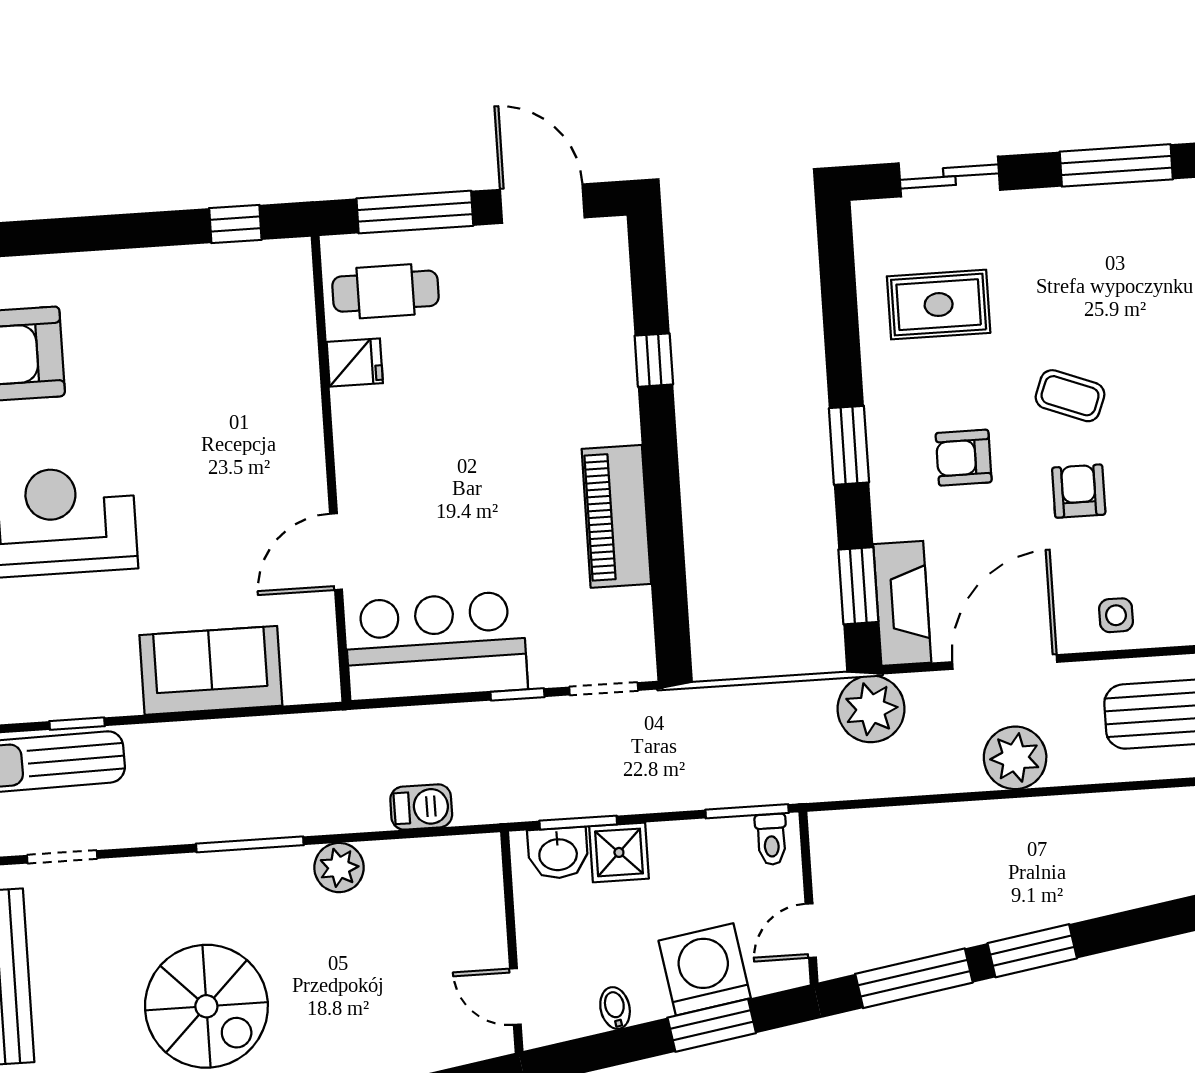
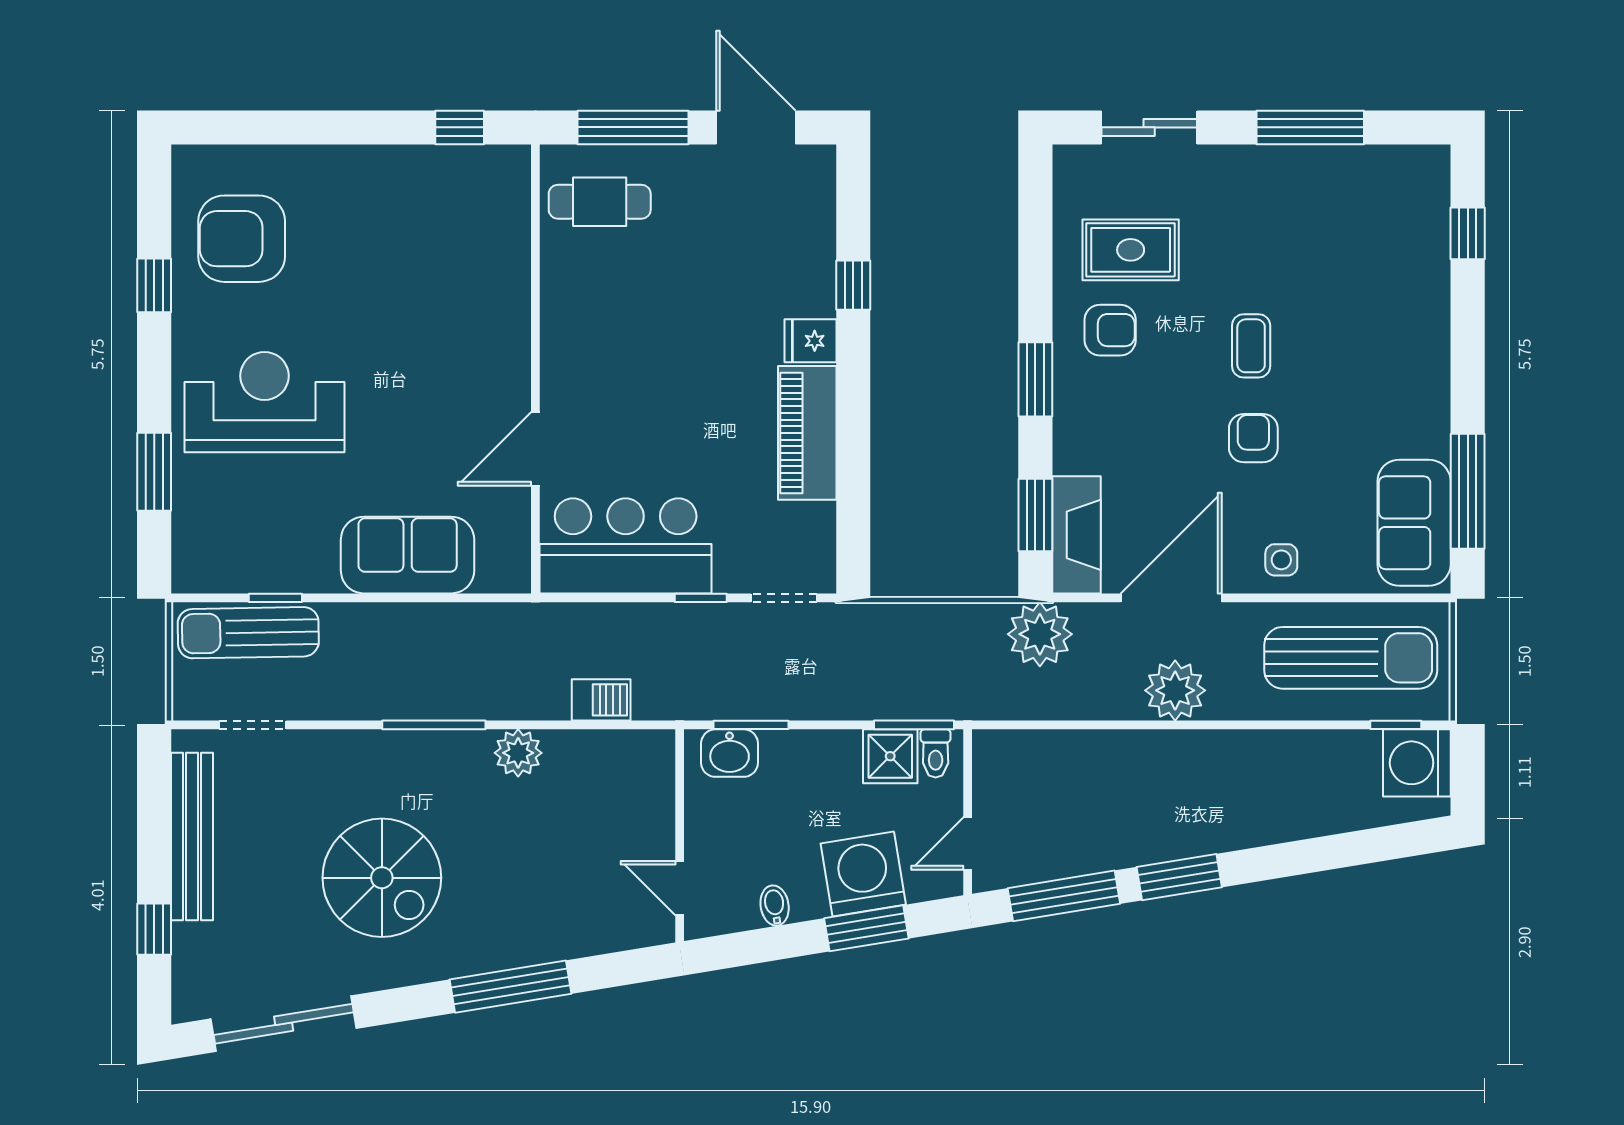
fridge: (355, 363) -> (810, 341), moved, turned 180
coffee table: (1070, 396) -> (1251, 346), turned 69
armchair: (964, 458) -> (1110, 330), moved, turned 180
shower: (619, 852) -> (890, 756), moved

